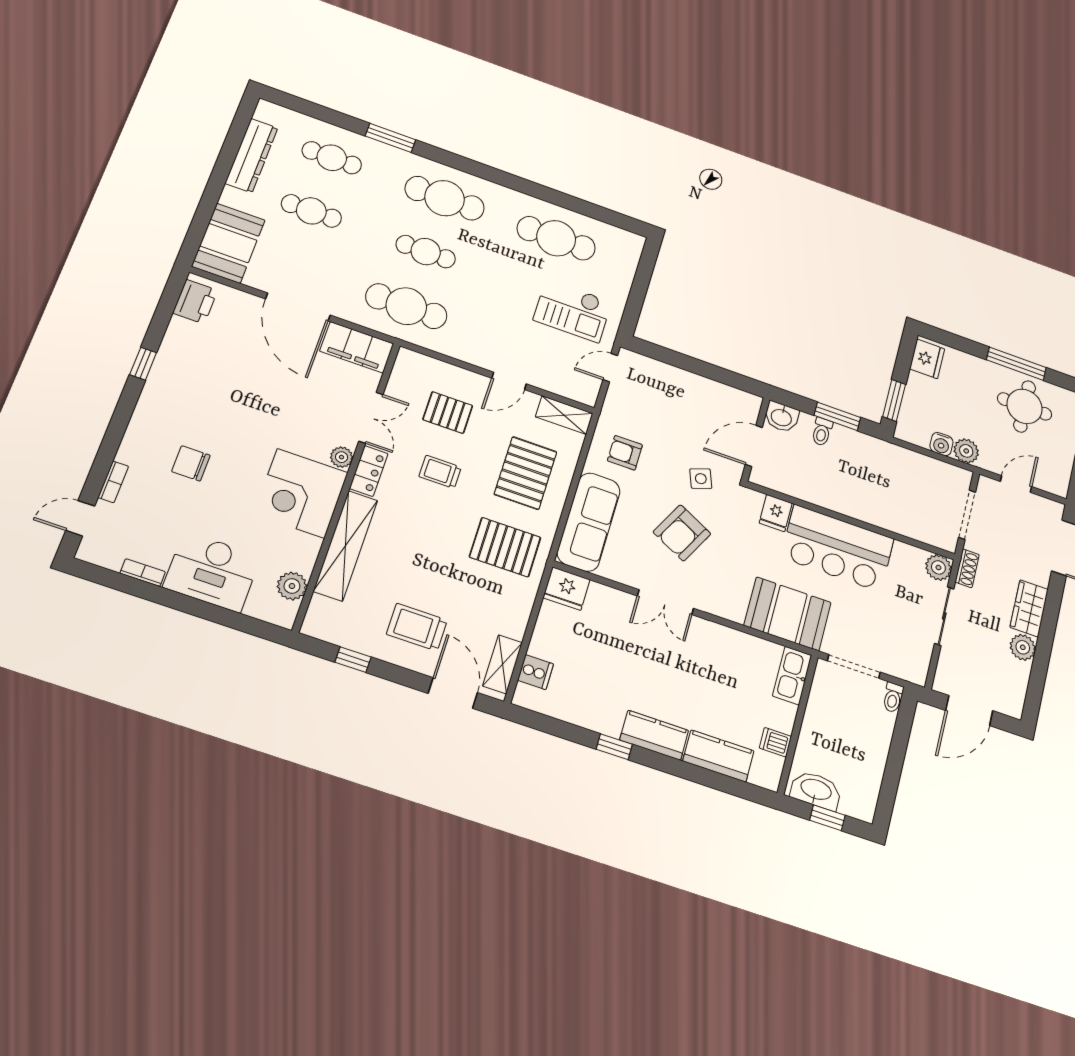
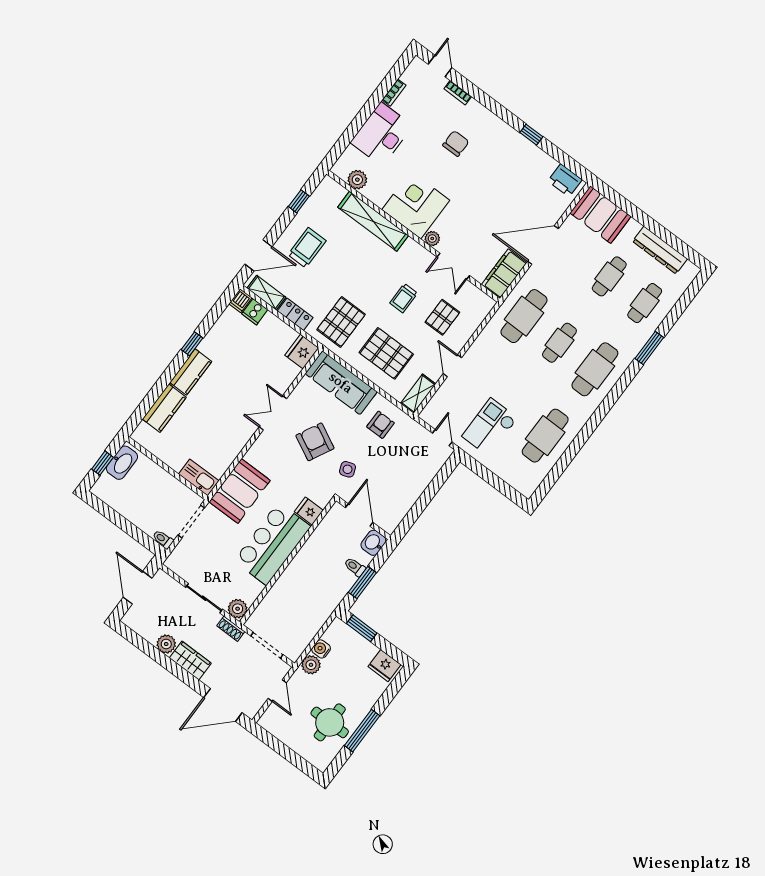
locker: (369, 471) -> (295, 314), moved, turned 180
trolley: (440, 472) -> (404, 298), turned 180
dishwasher: (775, 742) -> (240, 301), moved, turned 180

